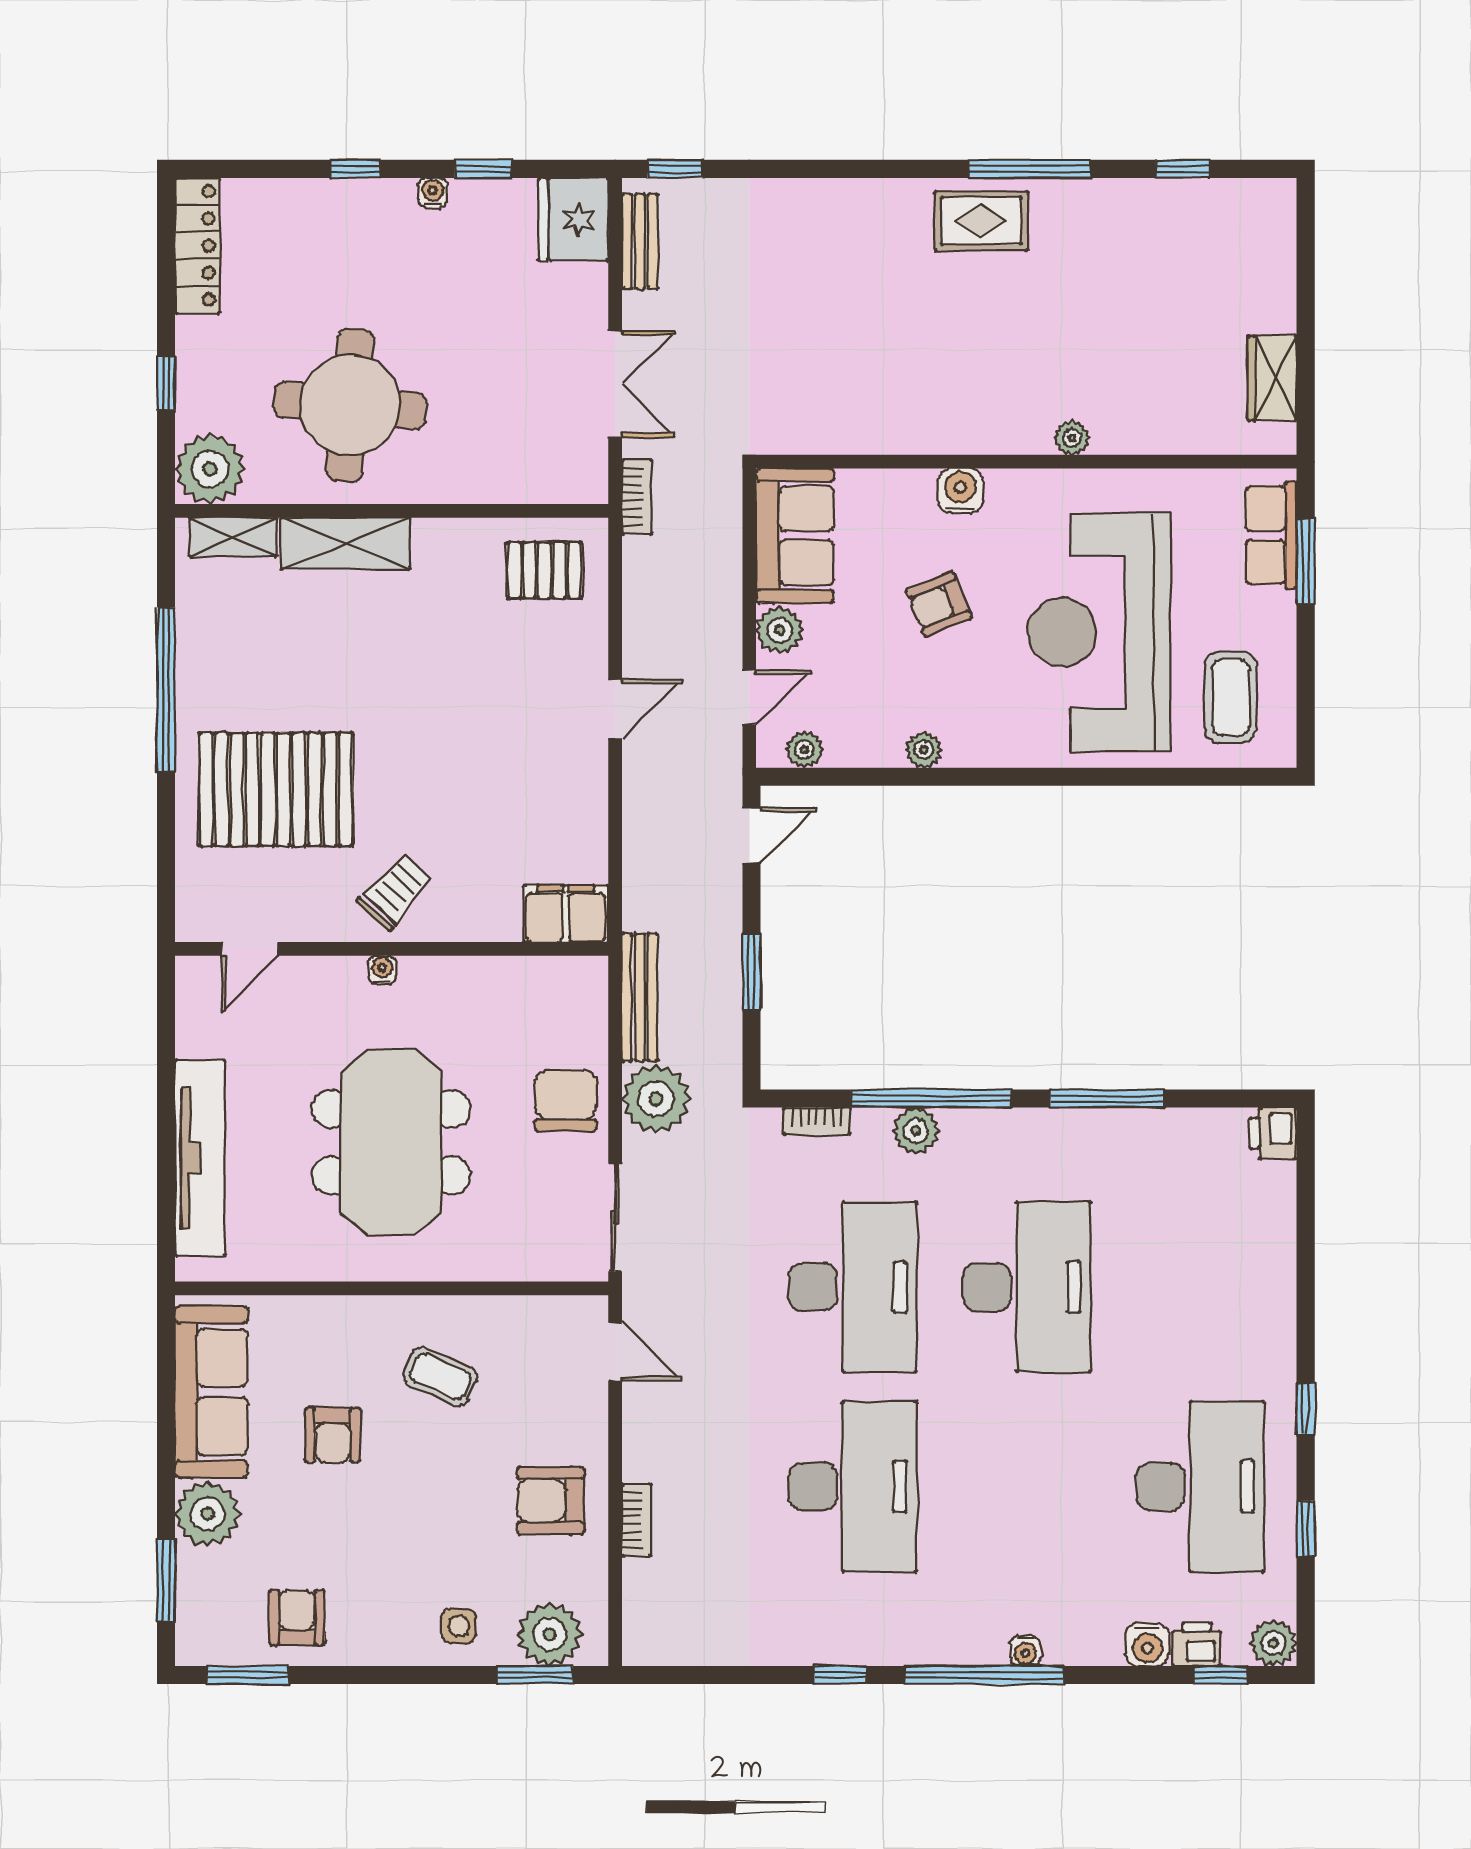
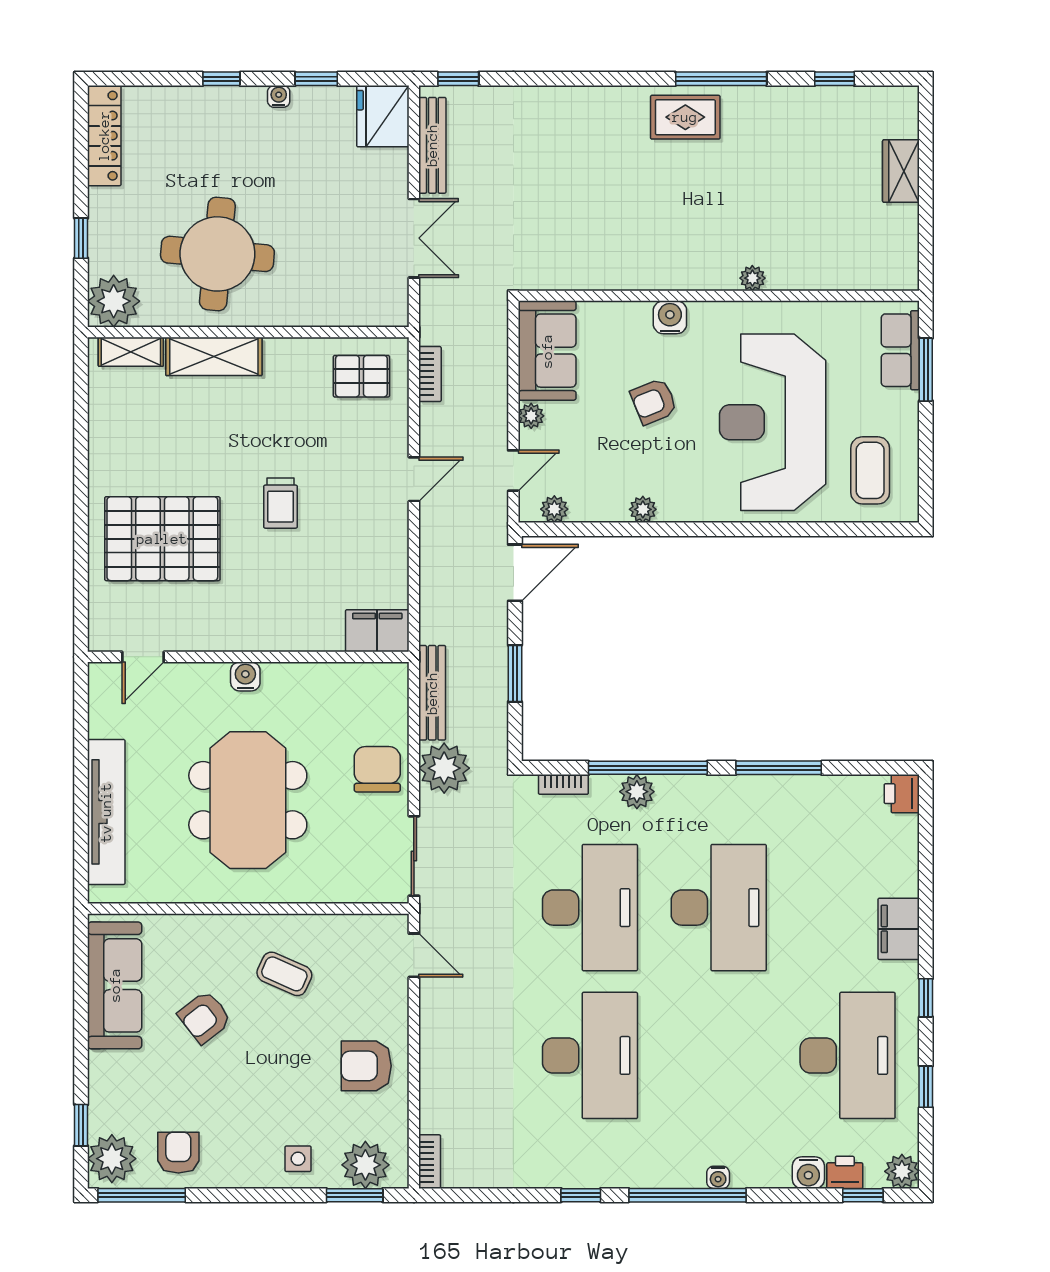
bench: (640, 241) -> (432, 145), width x1.36
wardrobe: (1272, 378) -> (901, 171), moved
bookcase: (637, 497) -> (430, 374), moved
plant: (780, 630) -> (531, 416), width x0.73, depth x0.73
window: (166, 690) -> (81, 465), removed
door: (751, 835) -> (515, 573), width x1.38
trolley: (396, 891) -> (280, 503), moved, turned 138
water cooler: (382, 970) -> (245, 676), width x1.38, depth x1.38
filing cabinet: (1269, 1316) -> (899, 929), added
armchair: (333, 1435) -> (205, 1017), turned 52
plant: (208, 1514) -> (112, 1159), moved
bookcase: (636, 1520) -> (430, 1162), moved
window: (166, 1581) -> (81, 1125), width x0.67
window: (248, 1675) -> (142, 1195), width x1.44

